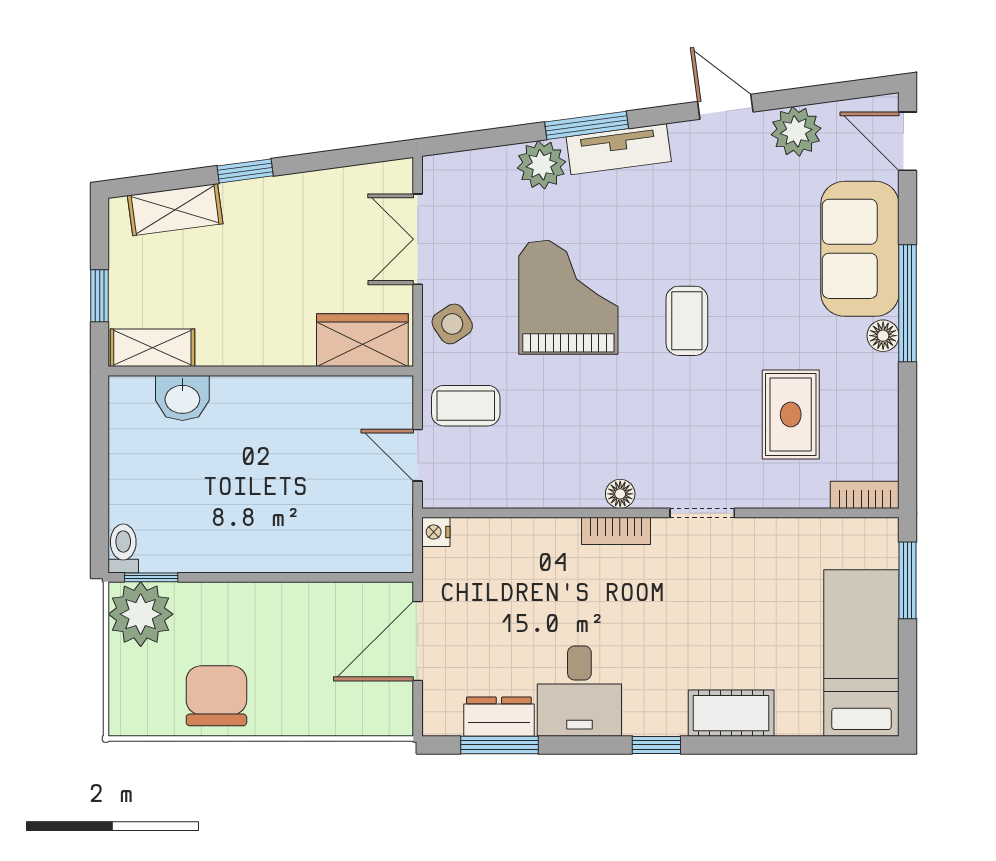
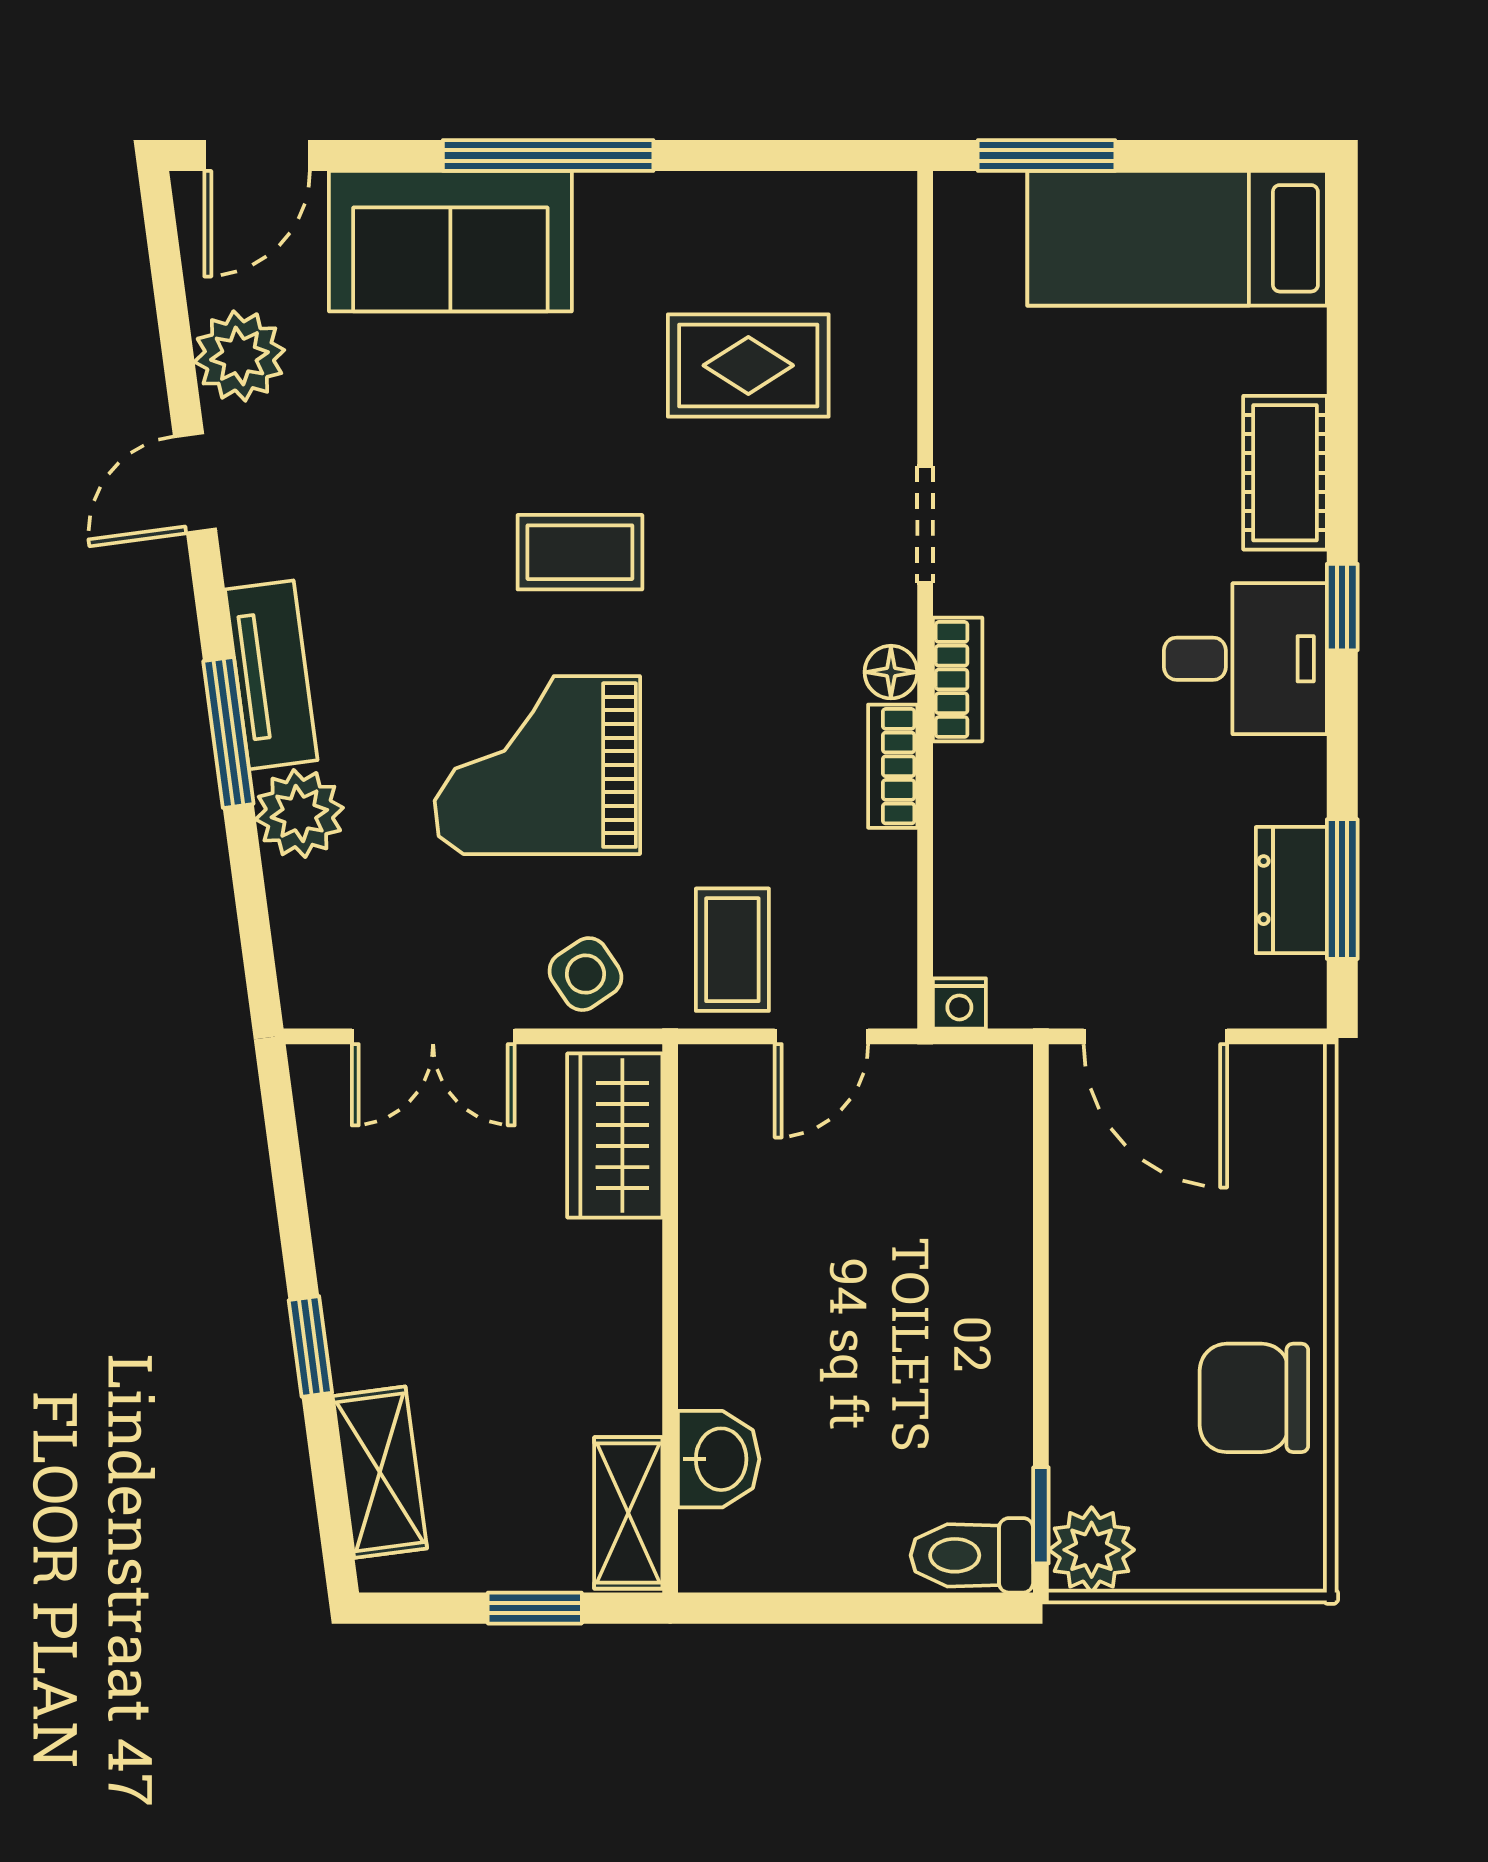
floor lamp: (883, 336) -> (607, 200), removed
bookcase: (865, 495) -> (893, 766), moved
toilet: (123, 548) -> (972, 1555), width x1.37, depth x1.39
plant: (141, 614) -> (1092, 1550), width x0.73, depth x0.73
desk: (579, 691) -> (1245, 659), moved

